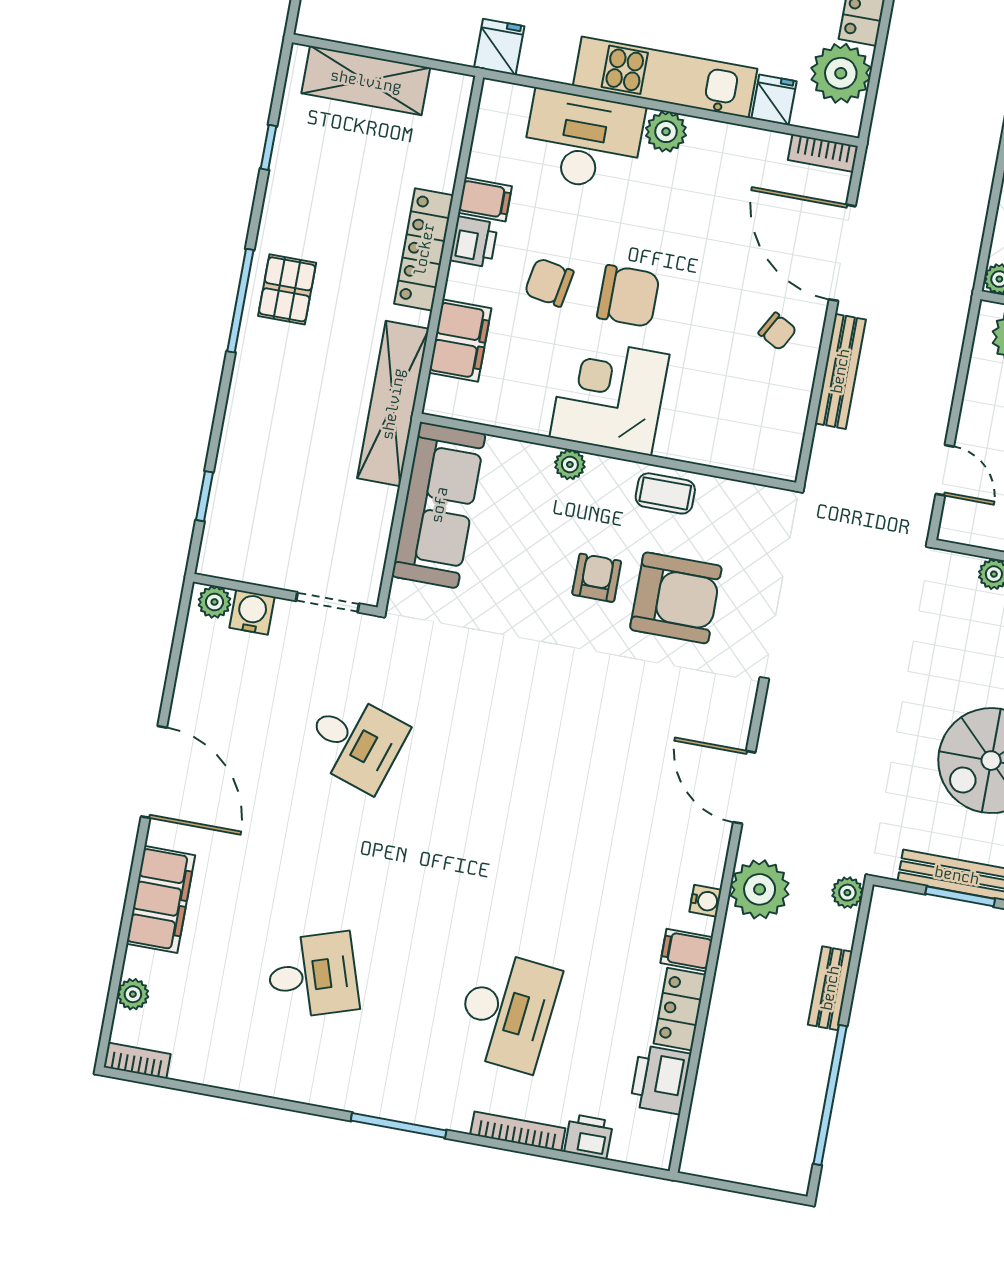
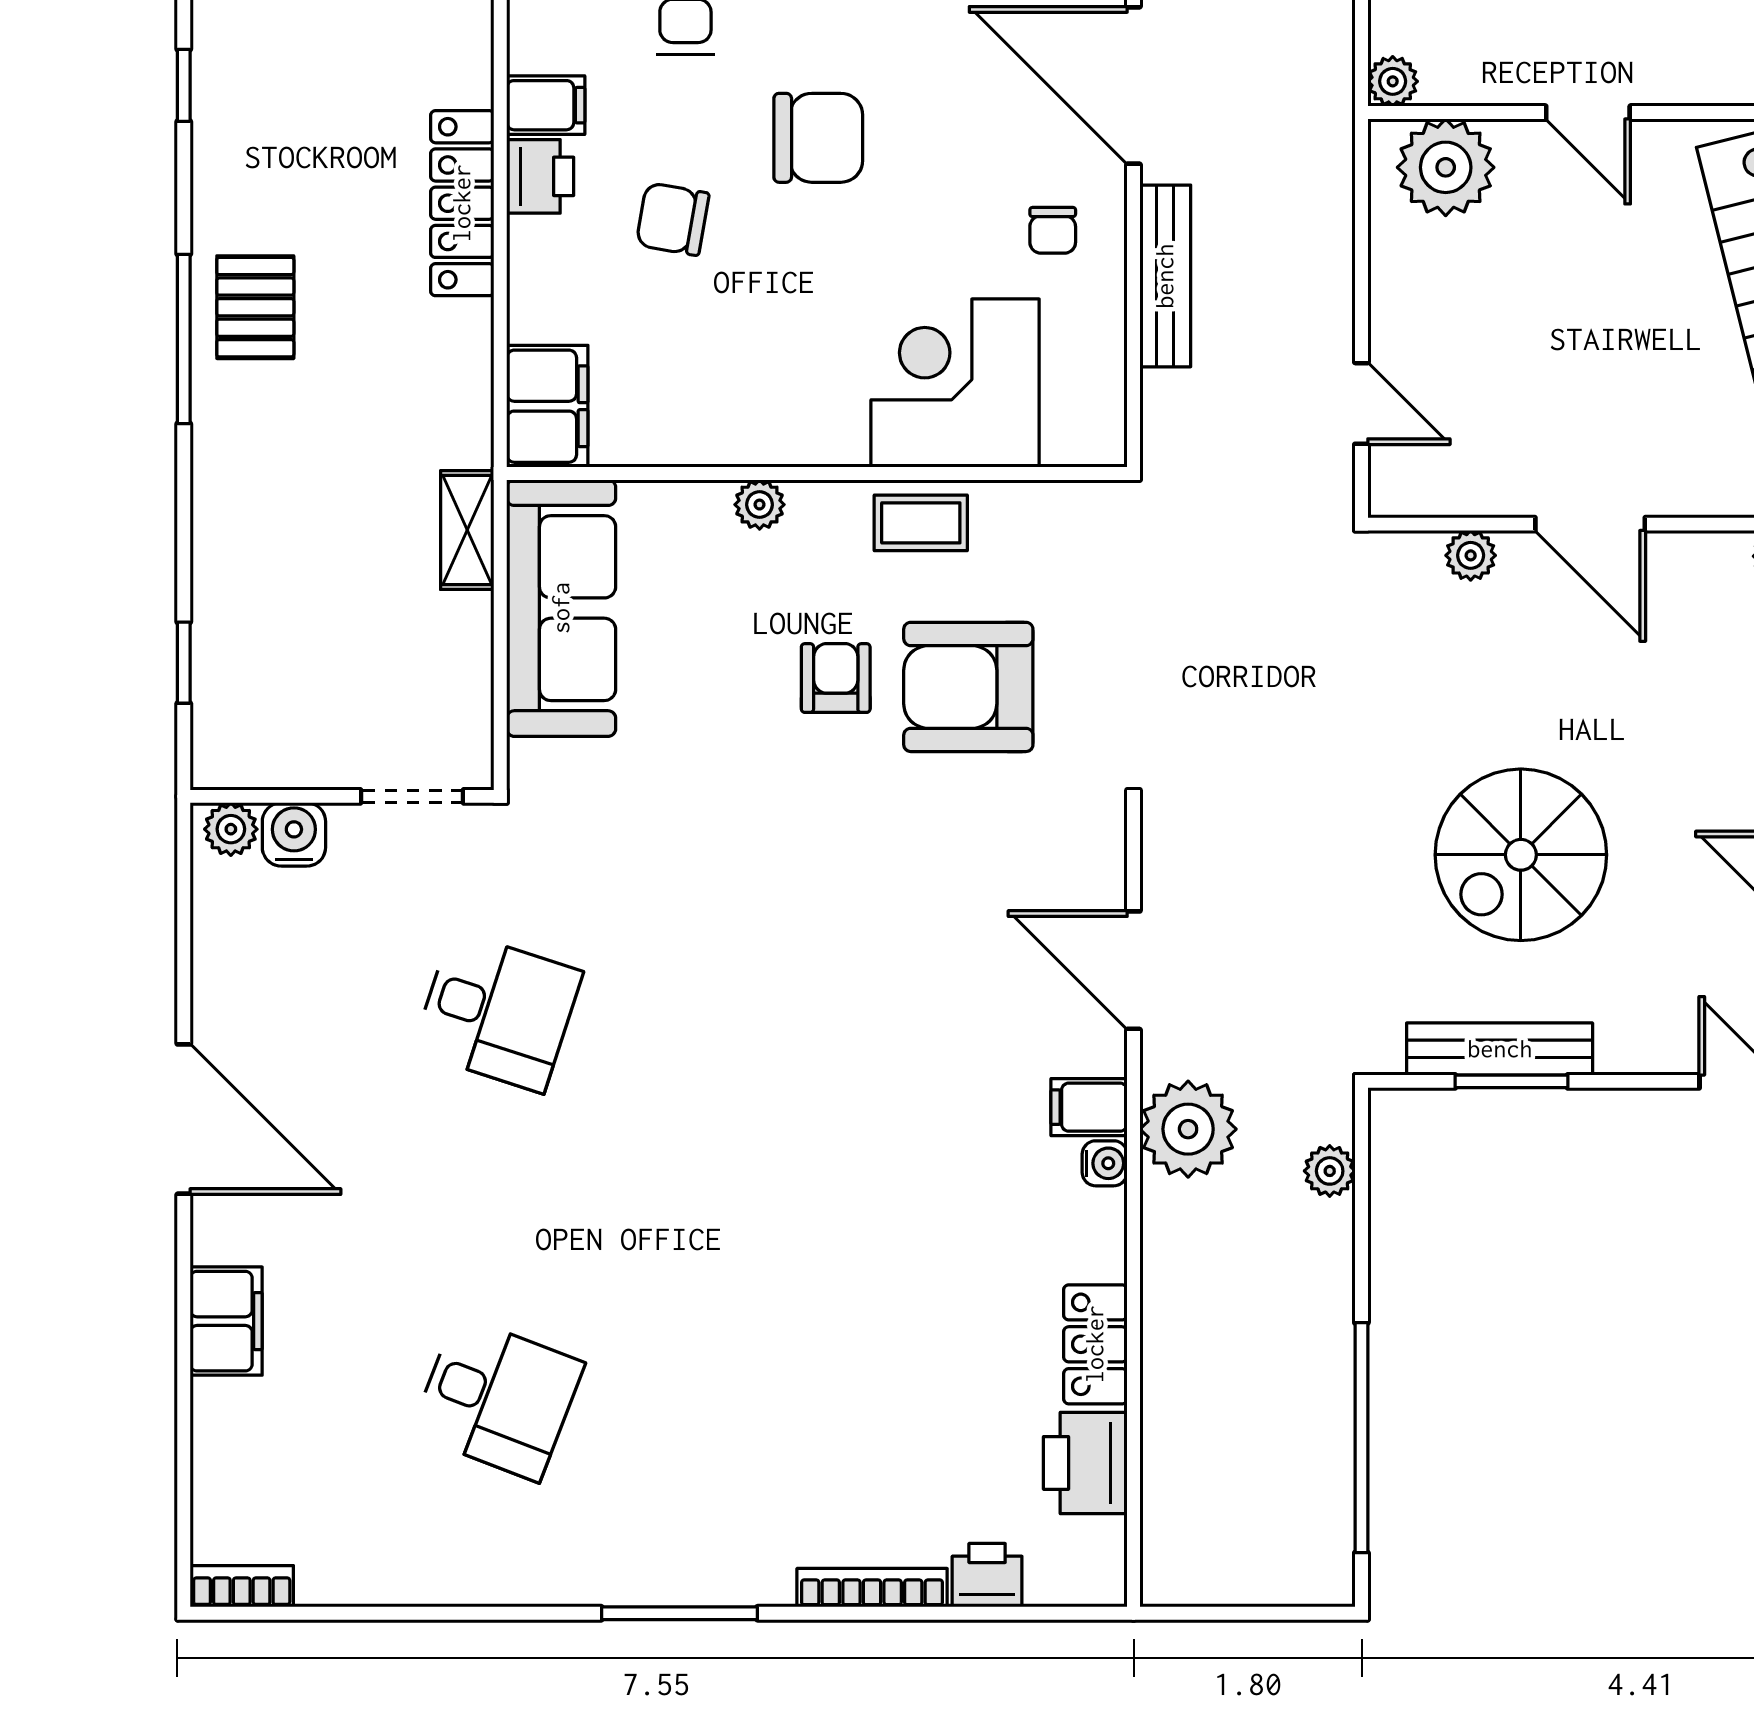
chair: (628, 296) -> (818, 138), moved
chair: (777, 331) -> (1053, 230), turned 61
filing cabinet: (460, 341) -> (547, 406), moved
corner desk: (609, 396) -> (955, 383), moved
shelving: (393, 404) -> (467, 530), width x0.45, depth x0.75
armchair: (676, 598) -> (968, 687), turned 180
plant: (847, 893) -> (1330, 1171), moved
filing cabinet: (161, 899) -> (226, 1321), width x0.67, depth x0.86
filing cabinet: (687, 950) -> (1089, 1107), moved
desk: (313, 975) -> (498, 1398), turned 39
bench: (830, 988) -> (1330, 1267), removed
plant: (133, 994) -> (215, 1481), removed
desk: (507, 1011) -> (820, 1398), removed

